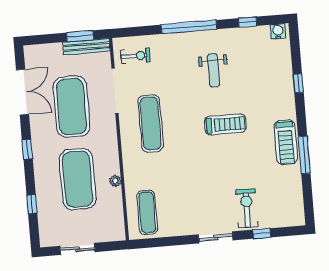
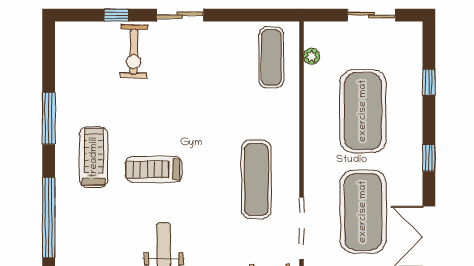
window: (298, 83) -> (49, 218), width x3.17
treadmill: (286, 142) -> (94, 157), moved
plant: (115, 181) -> (312, 56), moved

